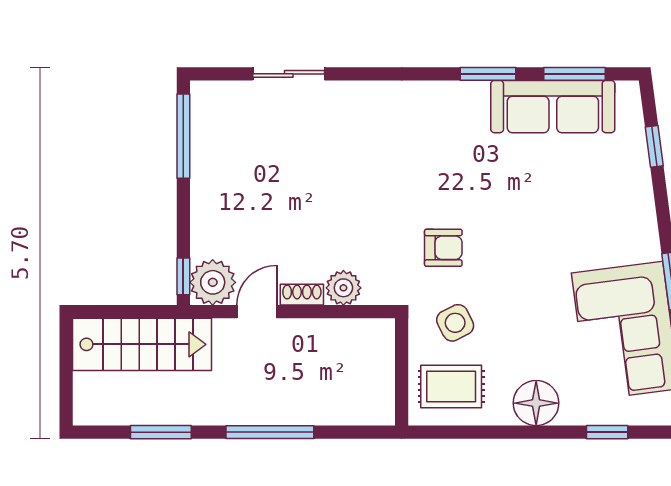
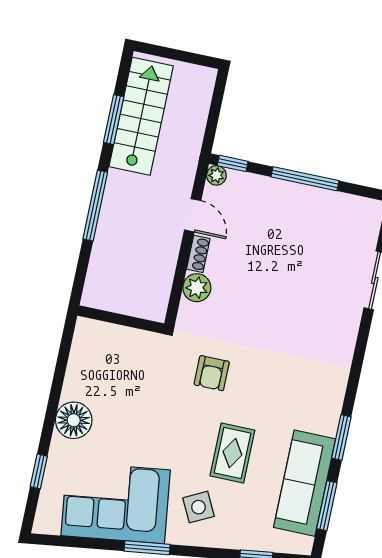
window: (183, 136) -> (305, 179), moved
plant: (213, 282) -> (216, 175), width x0.53, depth x0.53
side table: (455, 323) -> (199, 507), moved
stairs: (142, 344) -> (141, 116), moved, turned 180
rug: (451, 387) -> (232, 453), moved

